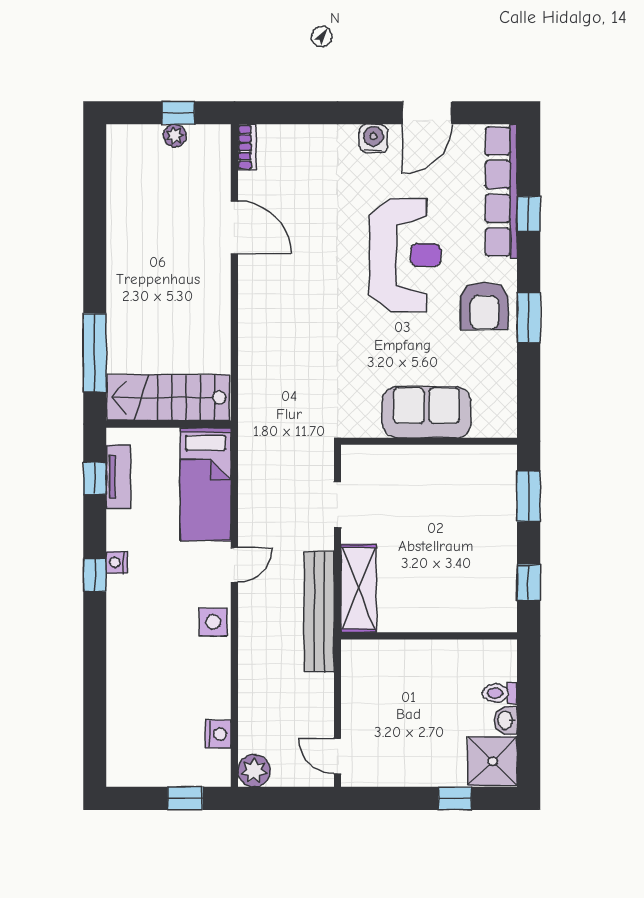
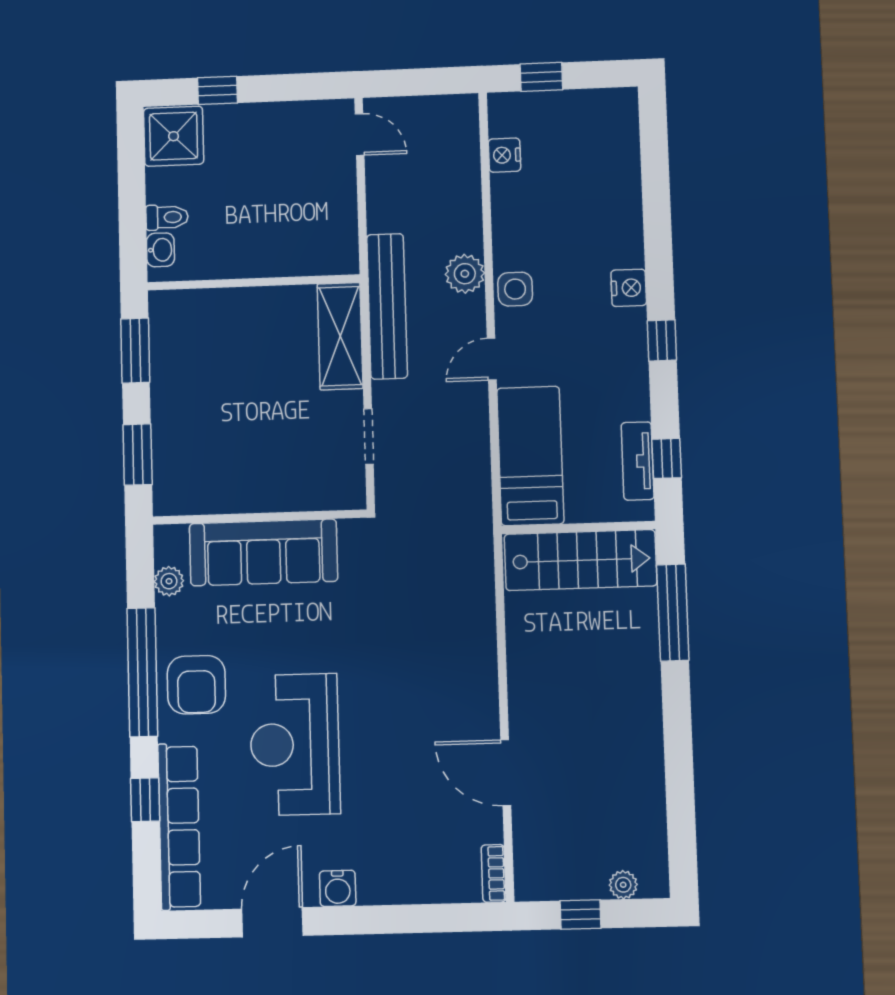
plant: (175, 136) -> (623, 885), moved
armchair: (484, 306) -> (196, 685), turned 180
window: (529, 317) -> (142, 672), width x2.11
plant: (505, 391) -> (169, 581), added
sofa: (427, 412) -> (263, 552), width x1.36
nightstand: (117, 562) -> (629, 288), moved, width x1.39, depth x1.35
window: (529, 583) -> (135, 351), width x1.50
washbasin: (506, 720) -> (160, 250), moved
plant: (254, 771) -> (465, 274), moved

